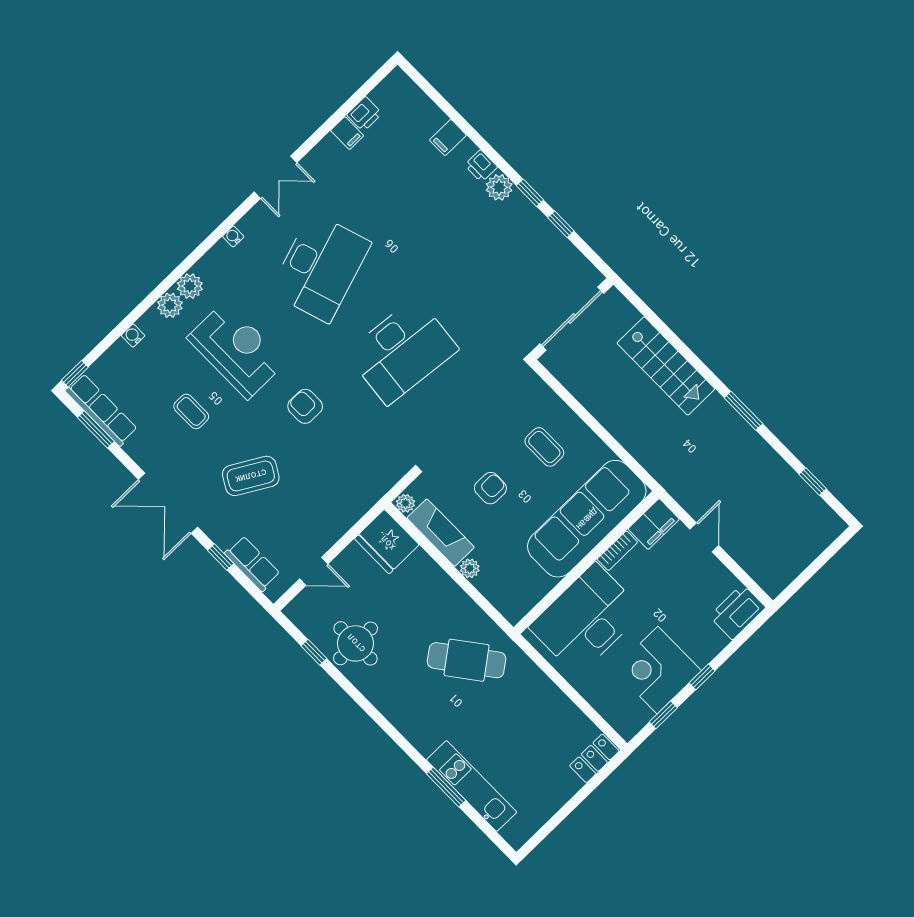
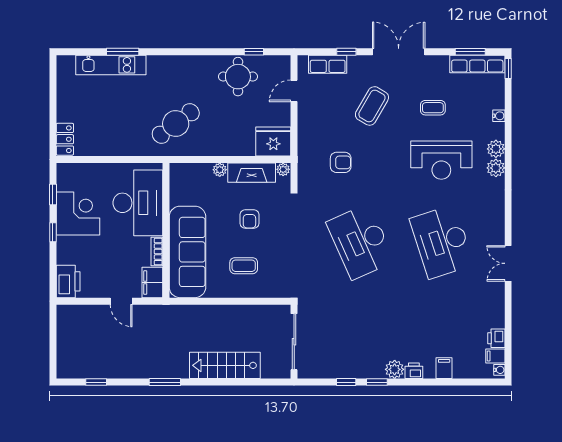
filing cabinet: (347, 133) -> (495, 356), moved
water cooler: (233, 236) -> (499, 370), moved
desk: (402, 351) -> (360, 242), turned -30
armchair: (305, 406) -> (341, 162), moved

